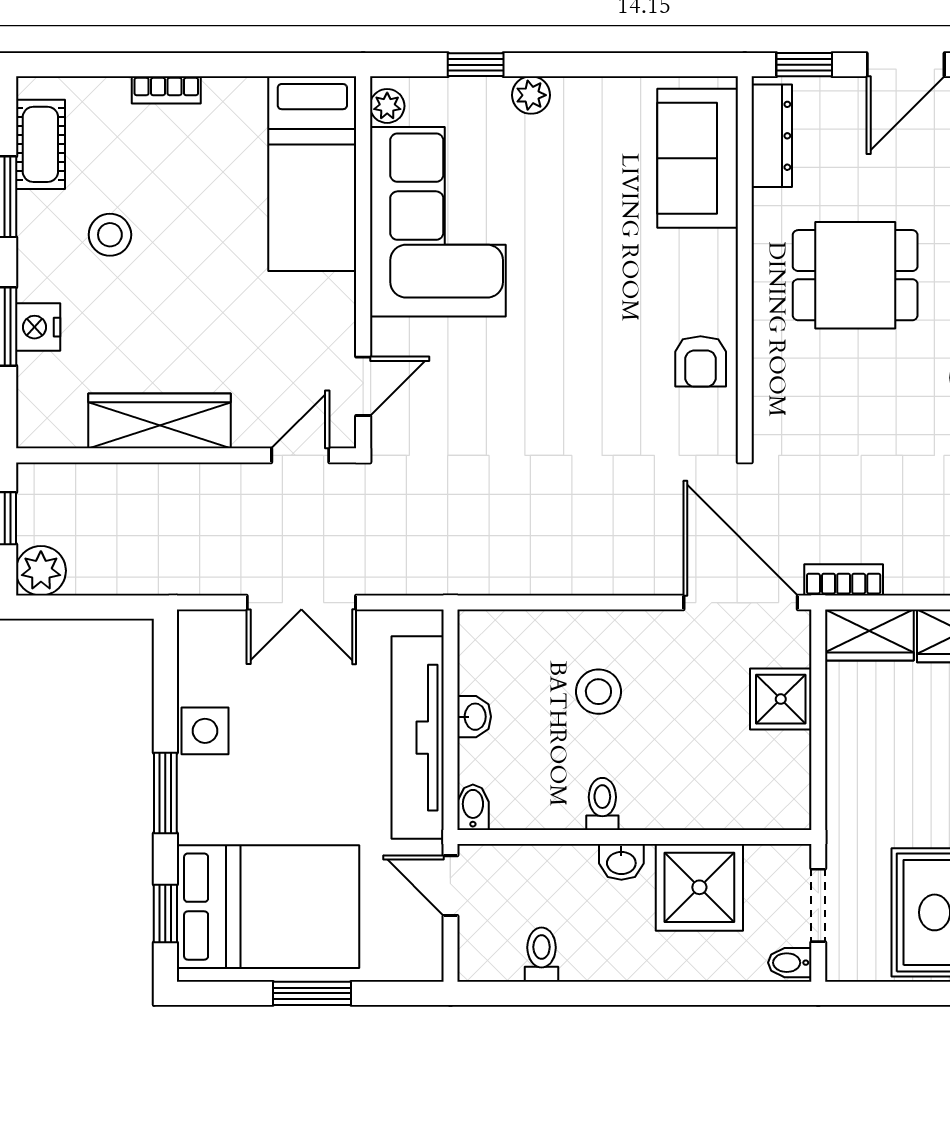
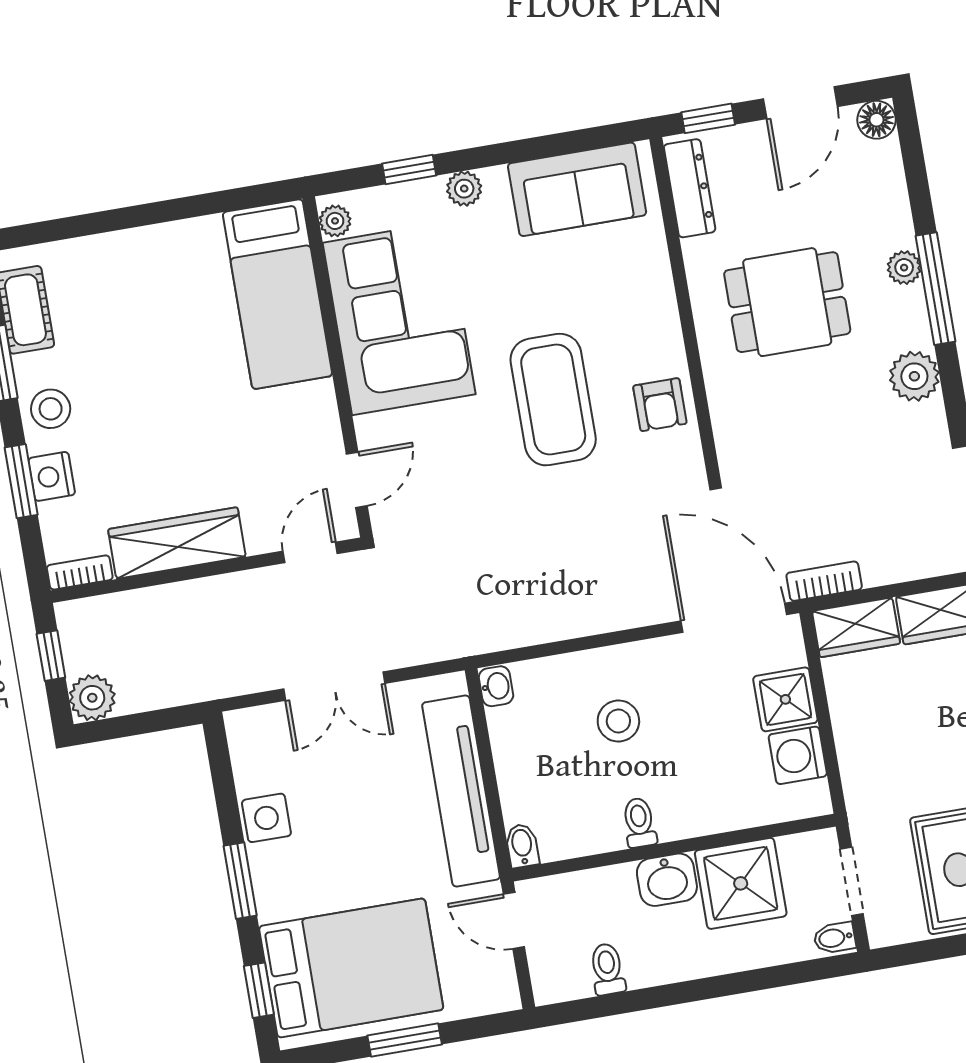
bookcase: (166, 90) -> (80, 572), moved, turned 180
sofa: (698, 158) -> (577, 189), moved, turned -90
stool: (110, 235) -> (51, 409), moved
coffee table: (587, 337) -> (553, 400), added
washbasin: (474, 717) -> (496, 686), moved
washing machine: (784, 761) -> (798, 755), added
washbasin: (621, 862) -> (667, 880), width x1.38, depth x1.45

